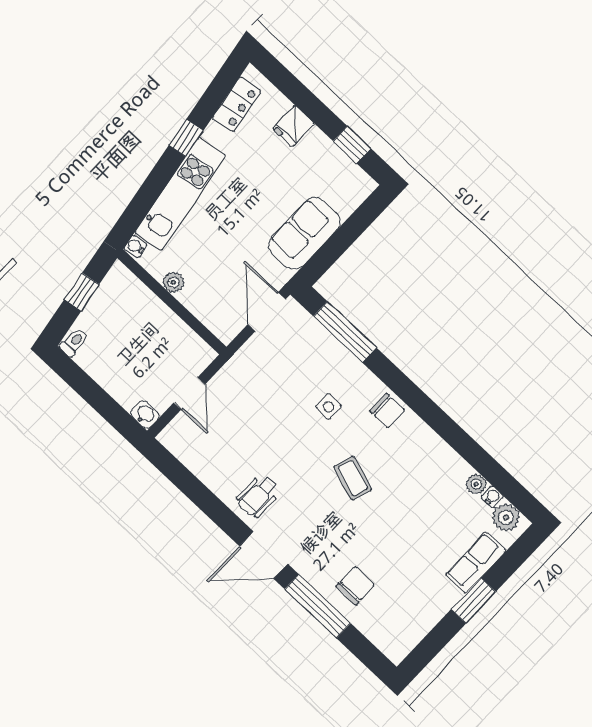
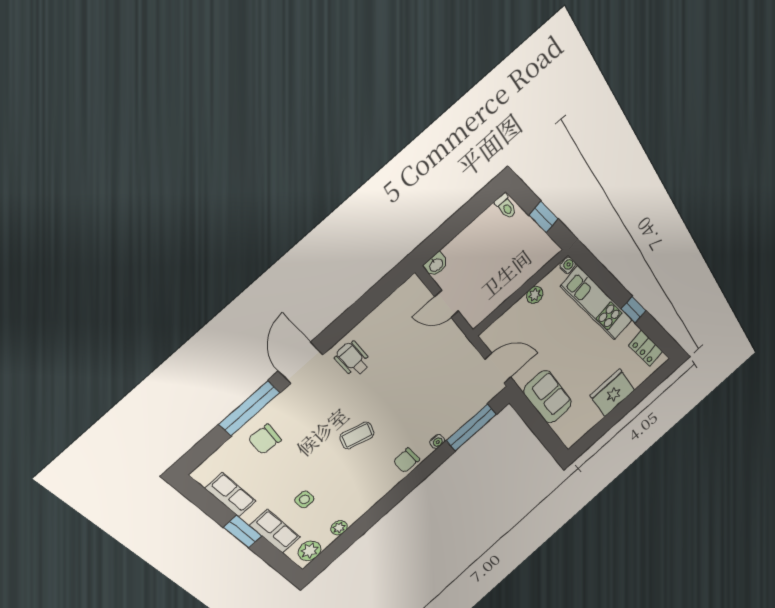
fridge: (293, 126) -> (612, 393), width x1.88, depth x1.34
window: (352, 145) -> (599, 430), removed
side table: (329, 407) -> (304, 499), moved
water cooler: (492, 497) -> (437, 441), moved
chair: (355, 586) -> (265, 439), turned 96
row of seats: (424, 618) -> (231, 495), added

